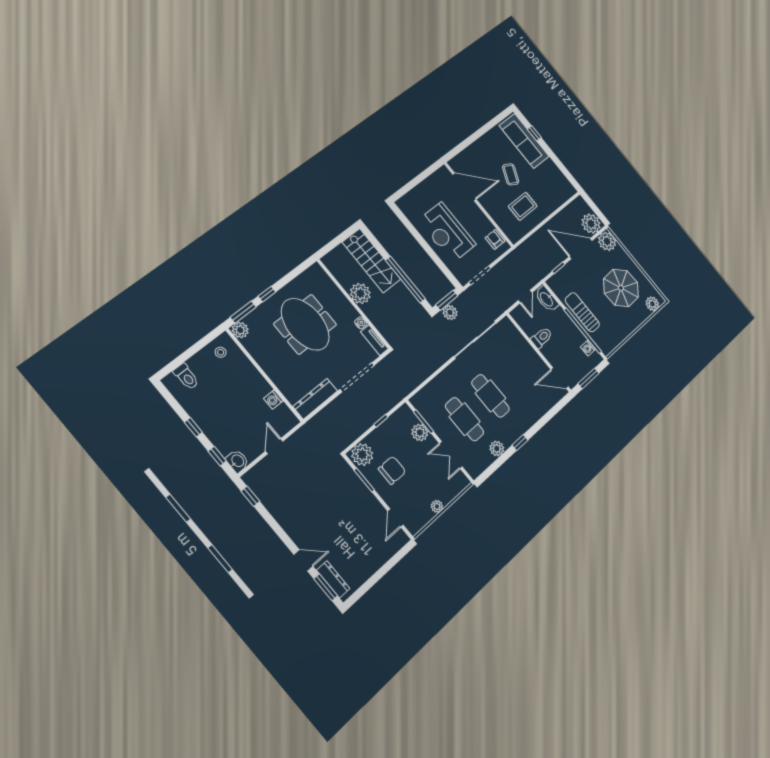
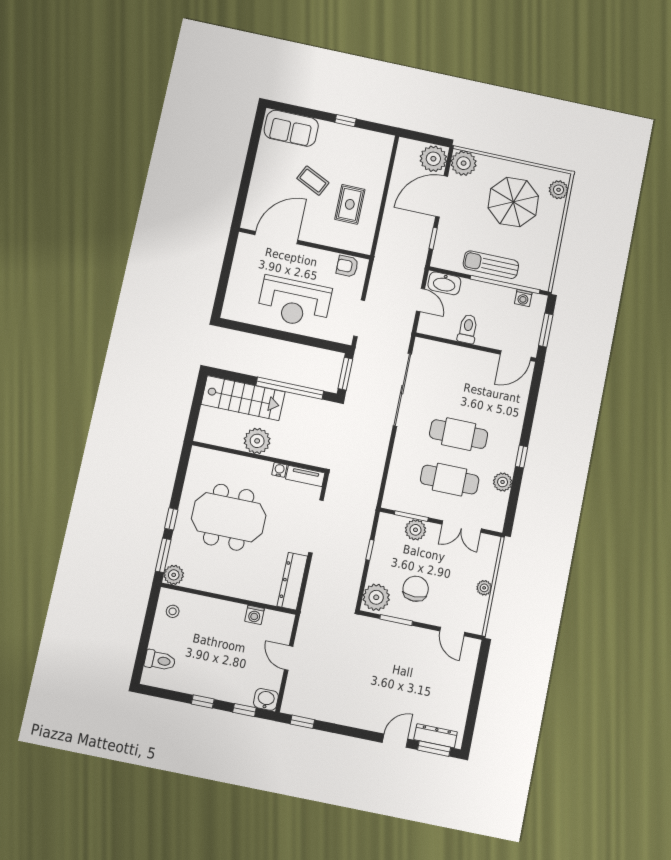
window: (534, 133) -> (346, 121), moved
sofa: (524, 141) -> (291, 128), width x0.73
plant: (450, 312) -> (358, 383), removed

